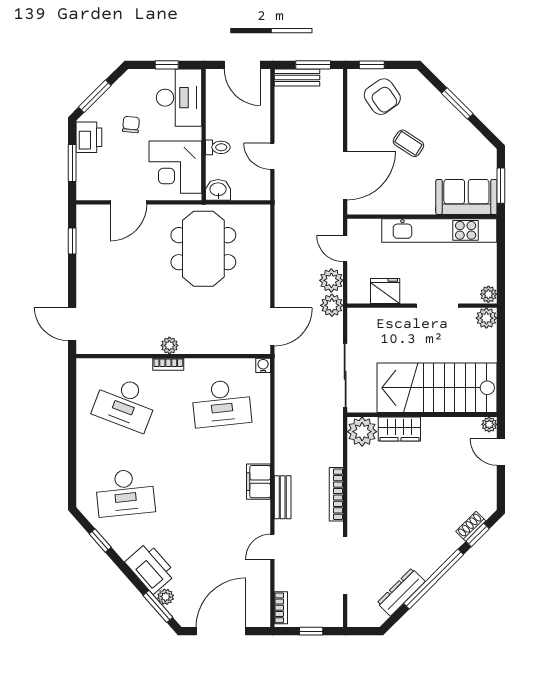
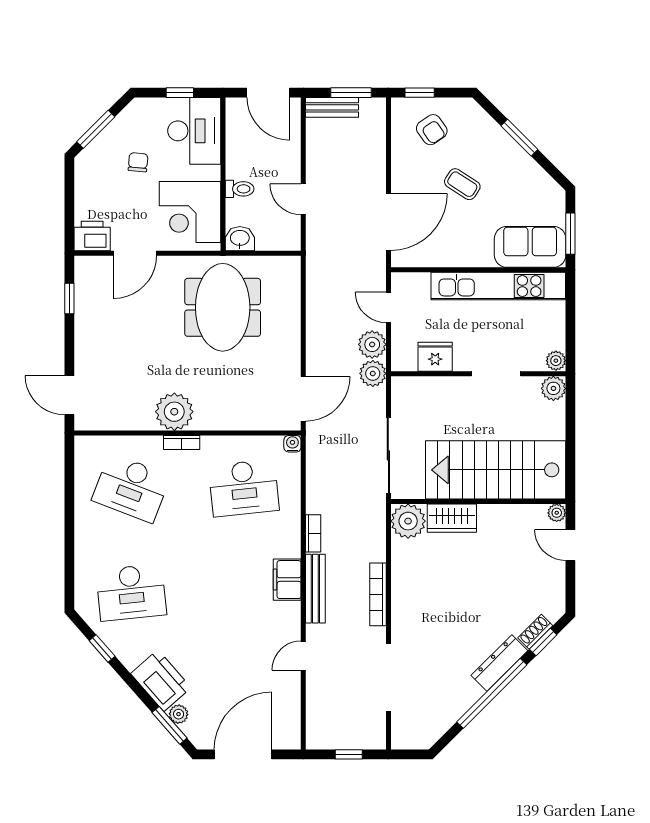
armchair: (382, 97) -> (432, 130), width x0.72, depth x0.72
printer: (89, 137) -> (92, 236), moved, turned -90
window: (72, 163) -> (69, 207), removed
plant: (169, 345) -> (174, 412), width x1.88, depth x1.88
bench: (283, 497) -> (315, 589), width x1.36
dresser: (401, 592) -> (499, 663), moved
bookcase: (281, 608) -> (313, 533), moved

